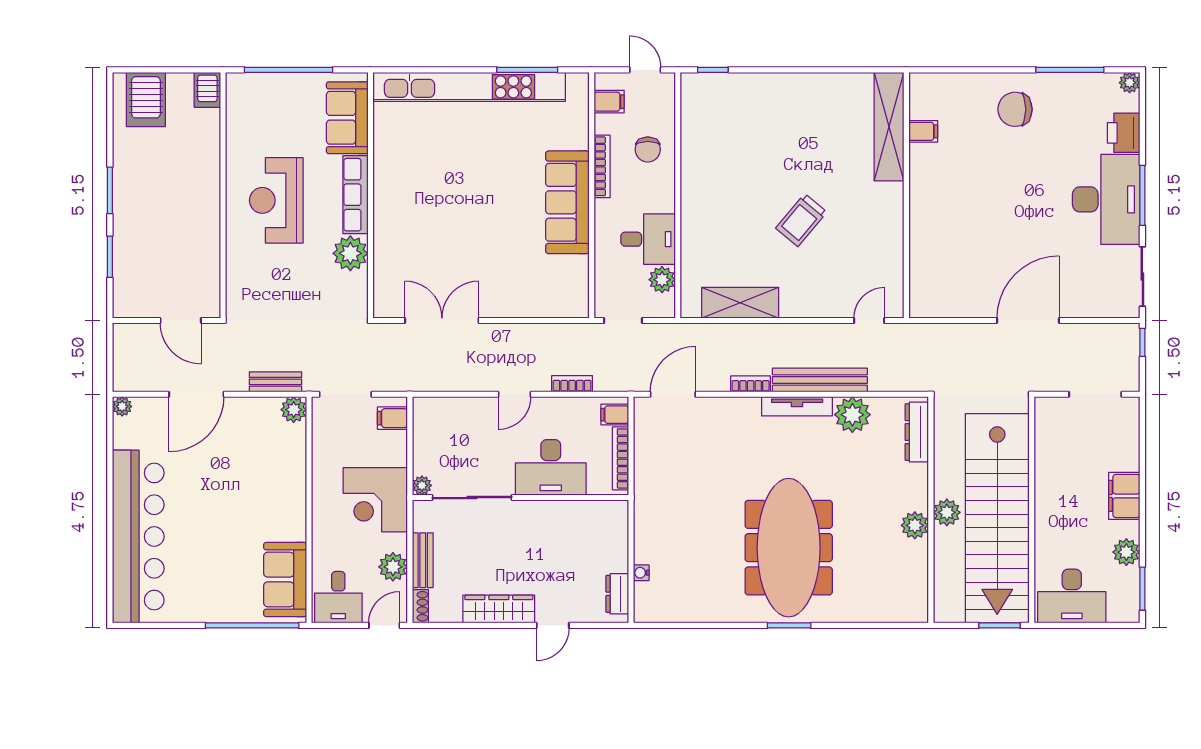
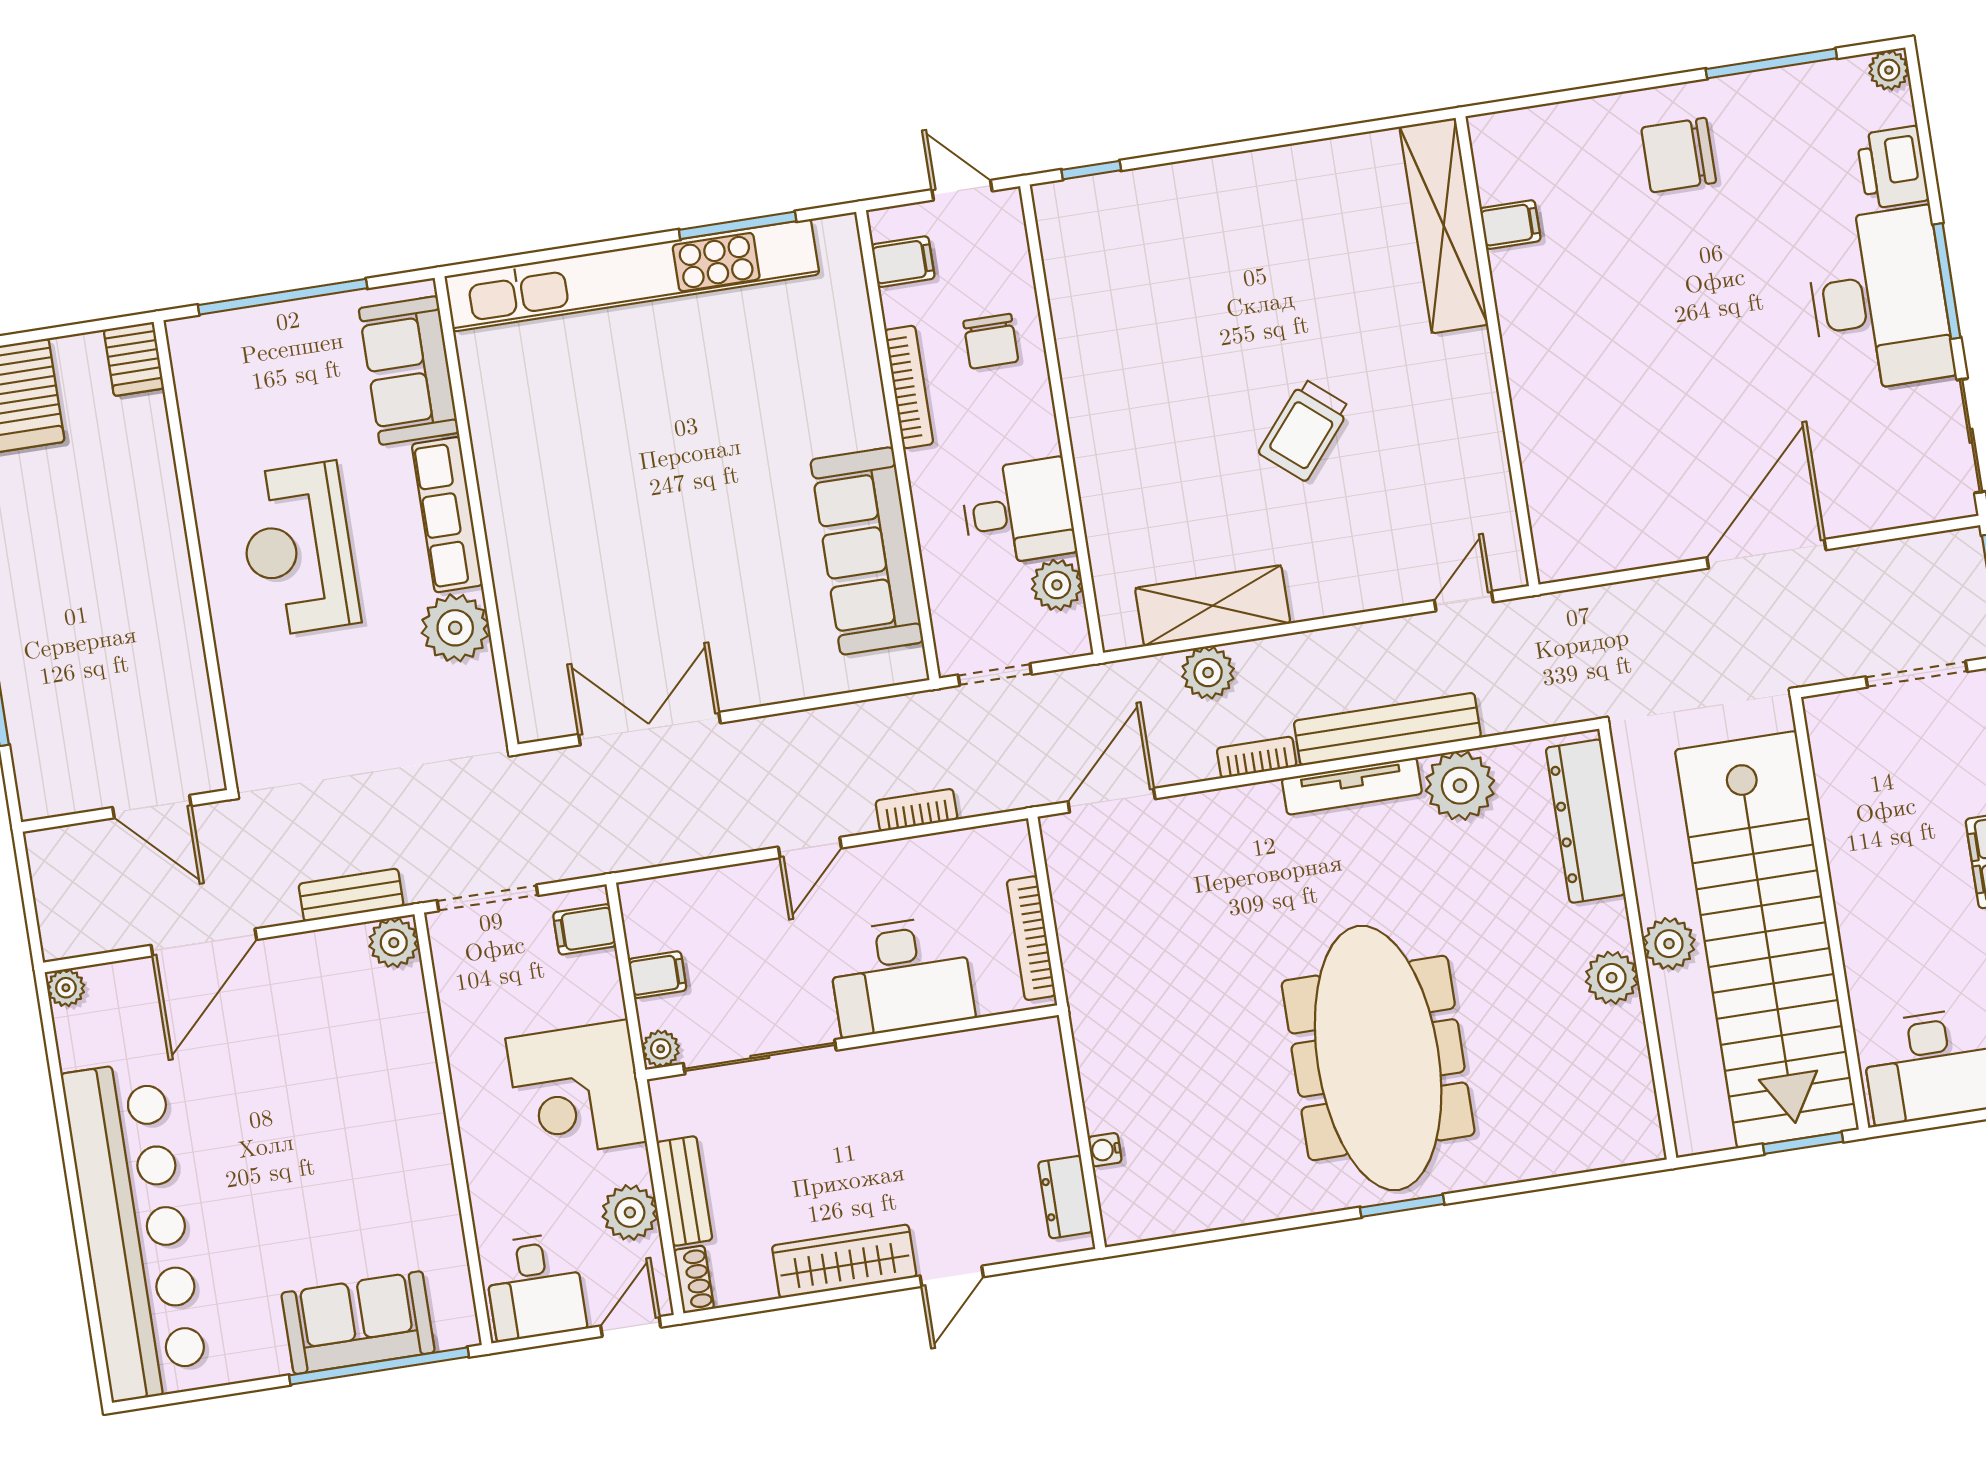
sofa: (567, 202) -> (867, 551), moved
plant: (732, 337) -> (1208, 673), added
filing cabinet: (615, 415) -> (657, 975), moved, turned 180
dresser: (917, 432) -> (1585, 821), width x1.37, depth x1.24
sofa: (285, 579) -> (358, 1323), moved, turned 90

